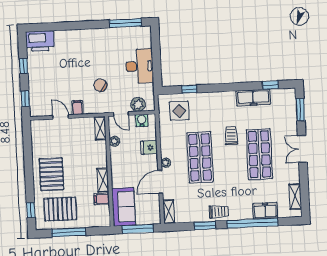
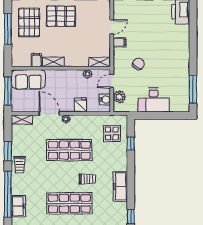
freezer: (253, 98) -> (120, 186), moved

